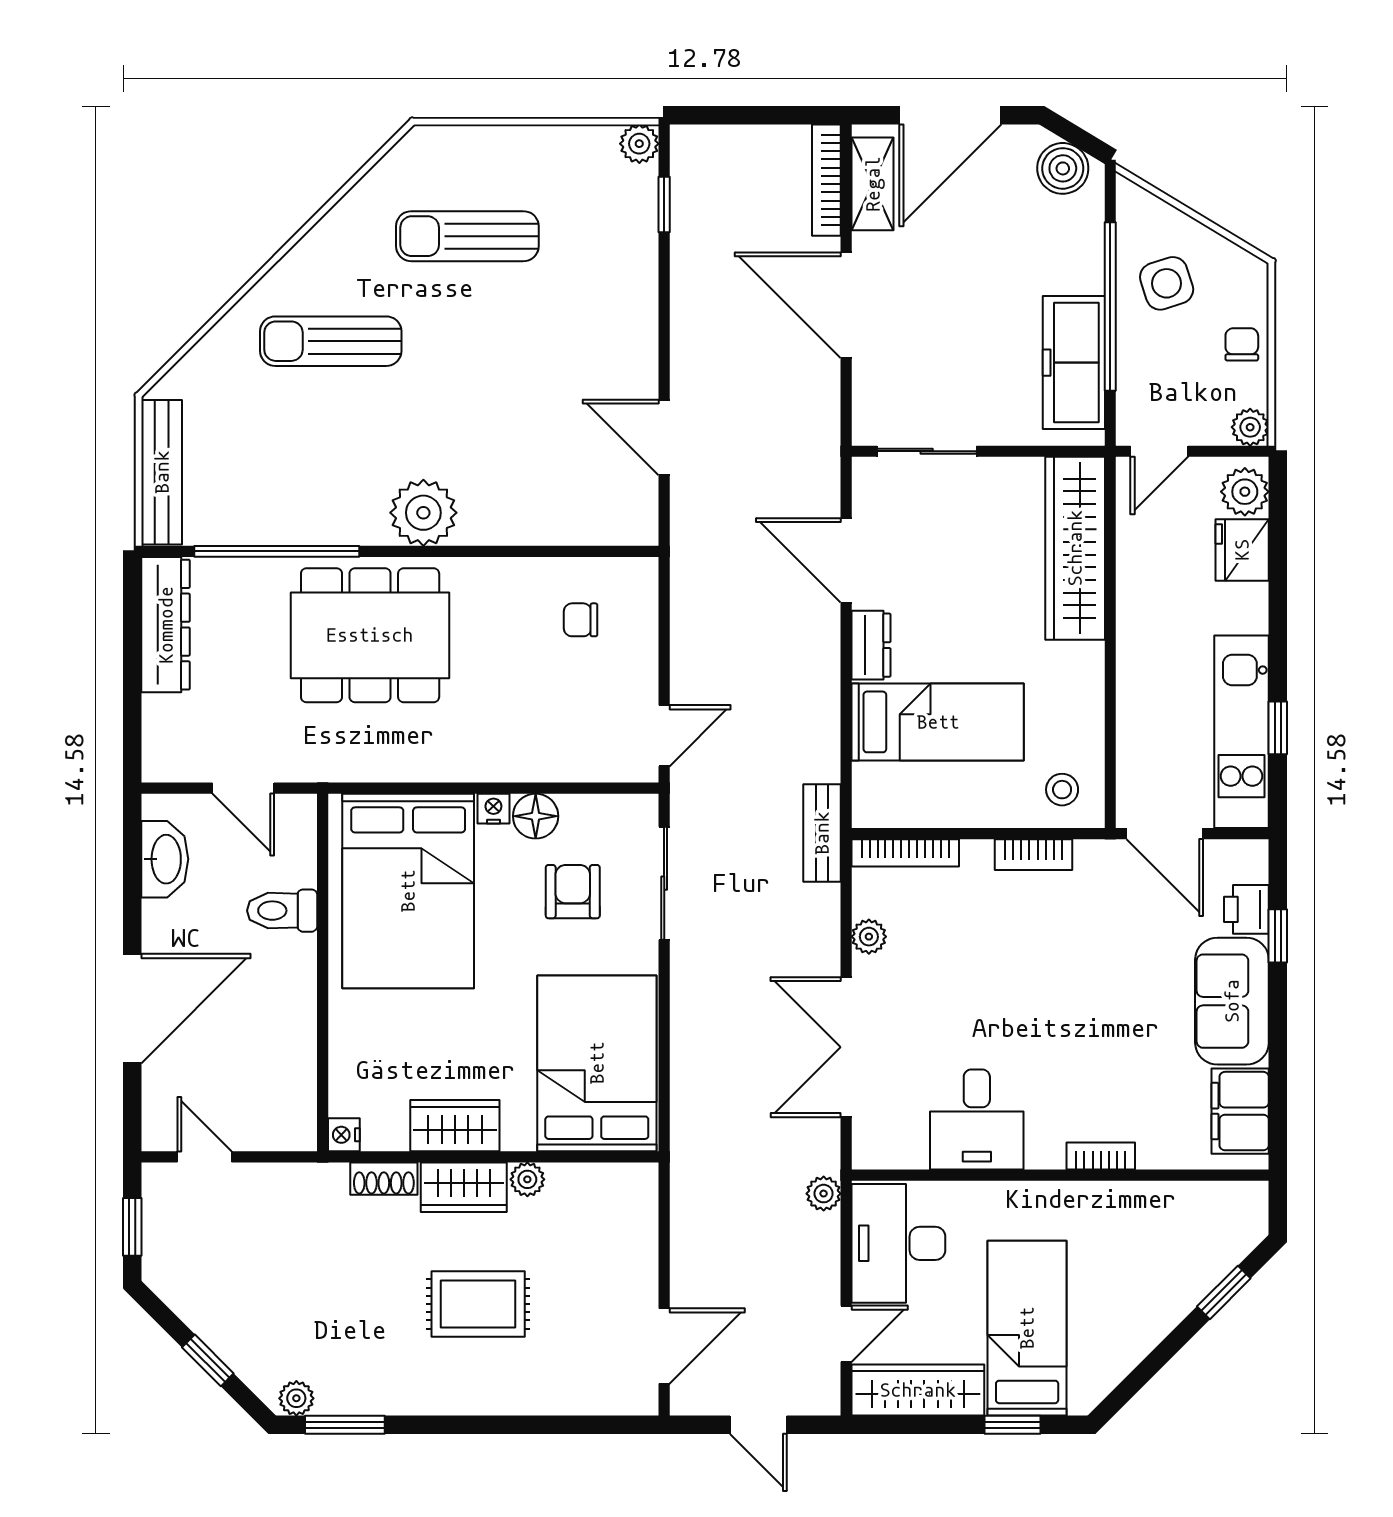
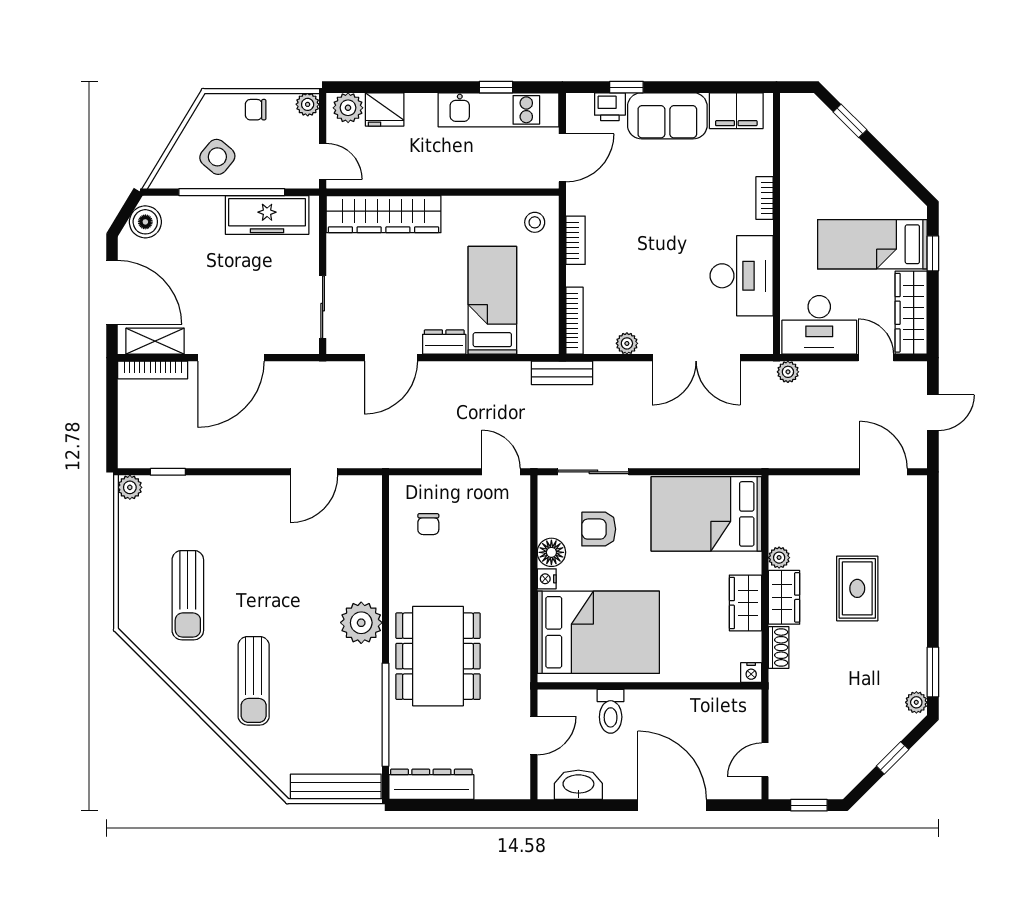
side table: (1167, 283) -> (217, 157), turned -32
desk: (977, 1119) -> (742, 276), width x1.37

